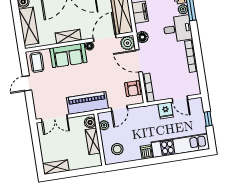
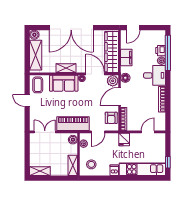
door: (105, 38) -> (95, 74), hinge flipped
door: (139, 61) -> (120, 96), hinge flipped
door: (27, 83) -> (27, 101), hinge flipped
door: (180, 99) -> (148, 132), swing flipped
fridge: (166, 110) -> (124, 139), moved
double door: (54, 118) -> (45, 132), swing flipped
window: (208, 119) -> (168, 162), moved
shelving: (93, 141) -> (73, 165), moved

